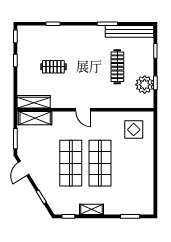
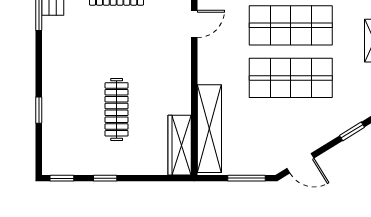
clothes rail: (53, 67) -> (117, 109), width x1.36
door: (83, 110) -> (194, 24), moved
shelving: (35, 118) -> (209, 129), width x1.47

